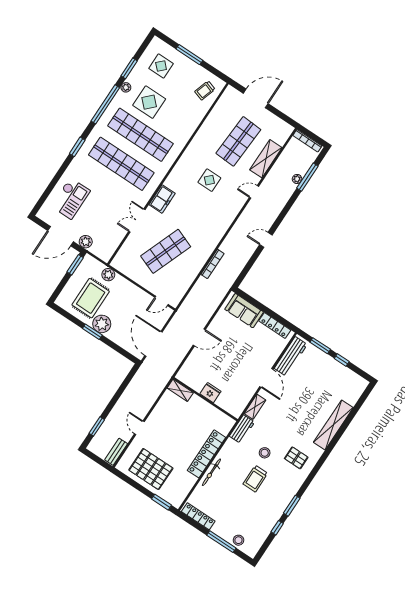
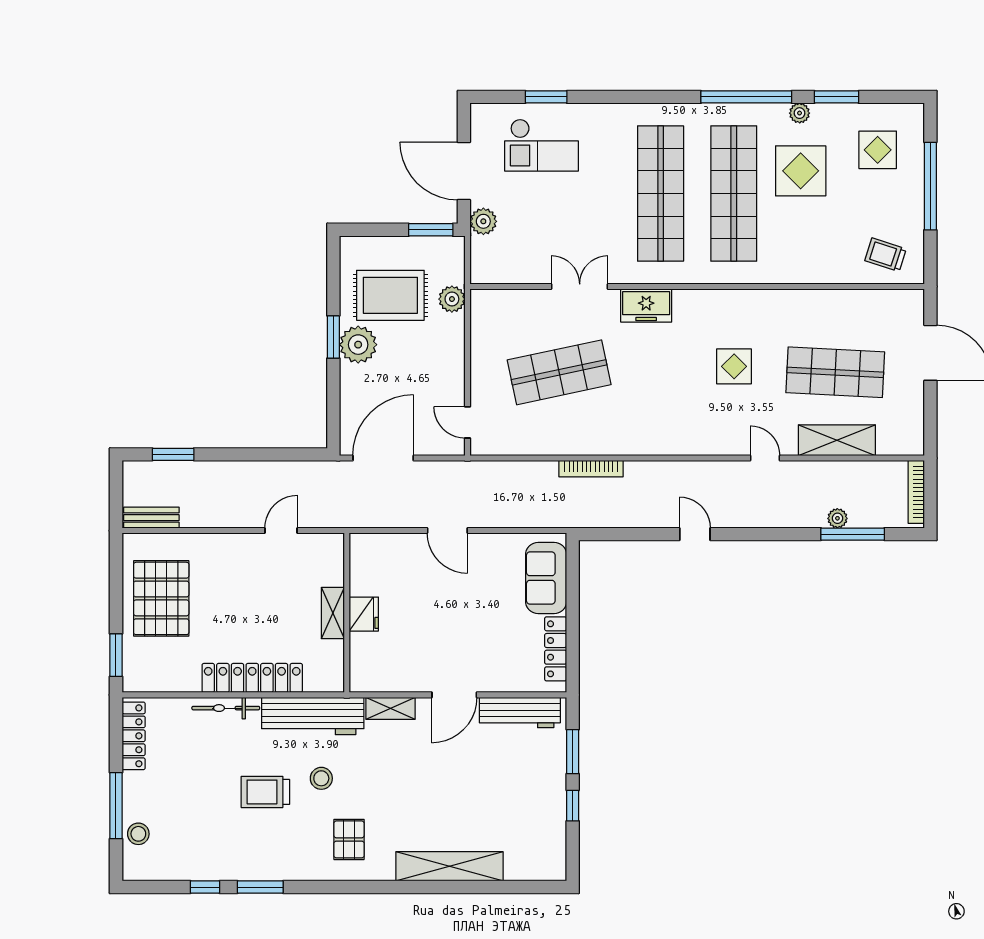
window: (189, 55) -> (930, 186), width x1.46
window: (77, 147) -> (546, 97), moved
shop shelf: (166, 251) -> (559, 372), turned -33
shelving: (180, 390) -> (333, 613), moved
door: (139, 428) -> (281, 531), moved
workbench: (242, 429) -> (313, 716), width x1.88, depth x1.32

